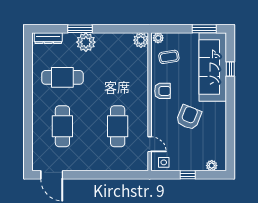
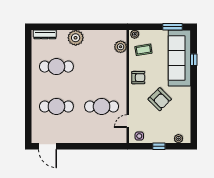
window: (80, 29) -> (71, 27), removed
plant: (141, 40) -> (121, 47), moved
armchair: (189, 117) -> (160, 99), turned 113
cafe table: (62, 126) -> (56, 106), turned 90
cafe table: (118, 126) -> (102, 106), turned 90
door: (150, 144) -> (128, 121), swing flipped

